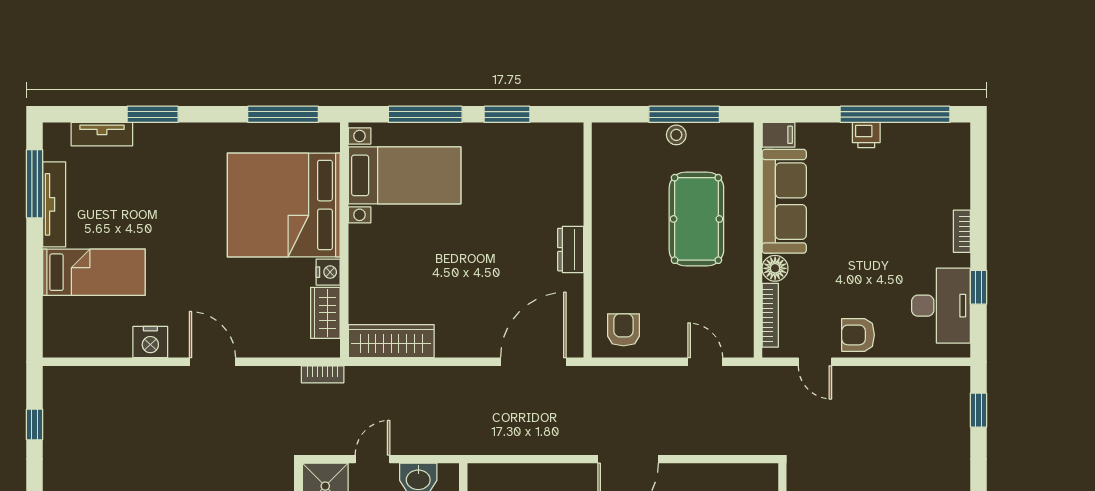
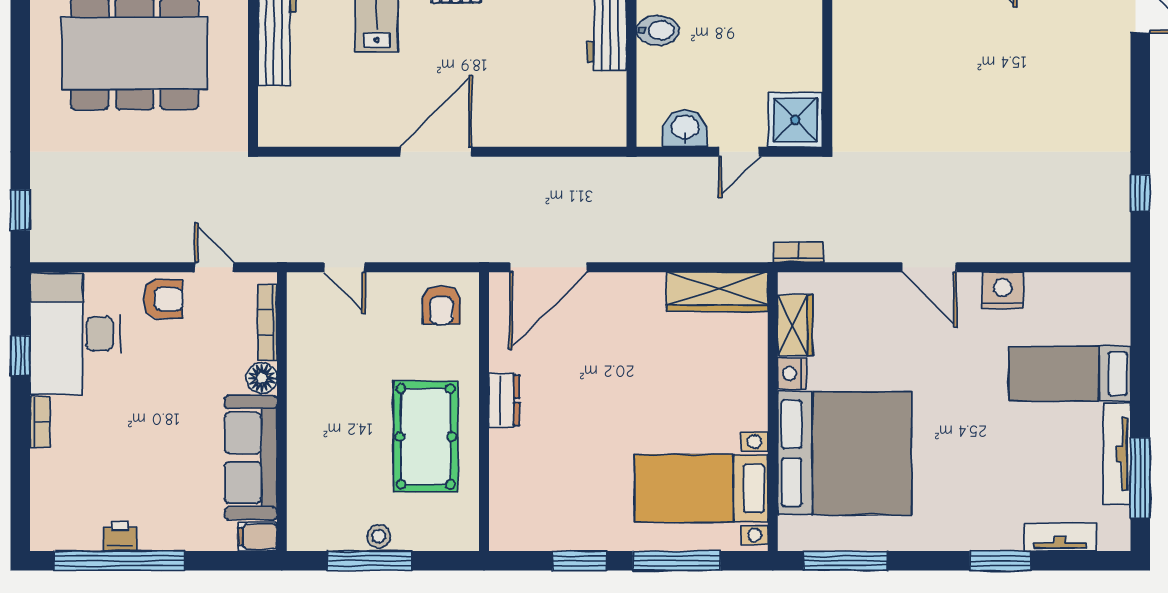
printer: (866, 135) -> (120, 536), moved
pool table: (696, 219) -> (426, 436), moved
desk: (941, 306) -> (75, 334), width x1.36, depth x1.30

